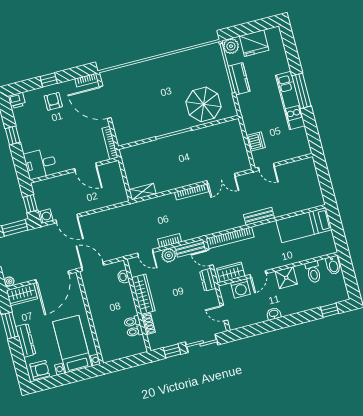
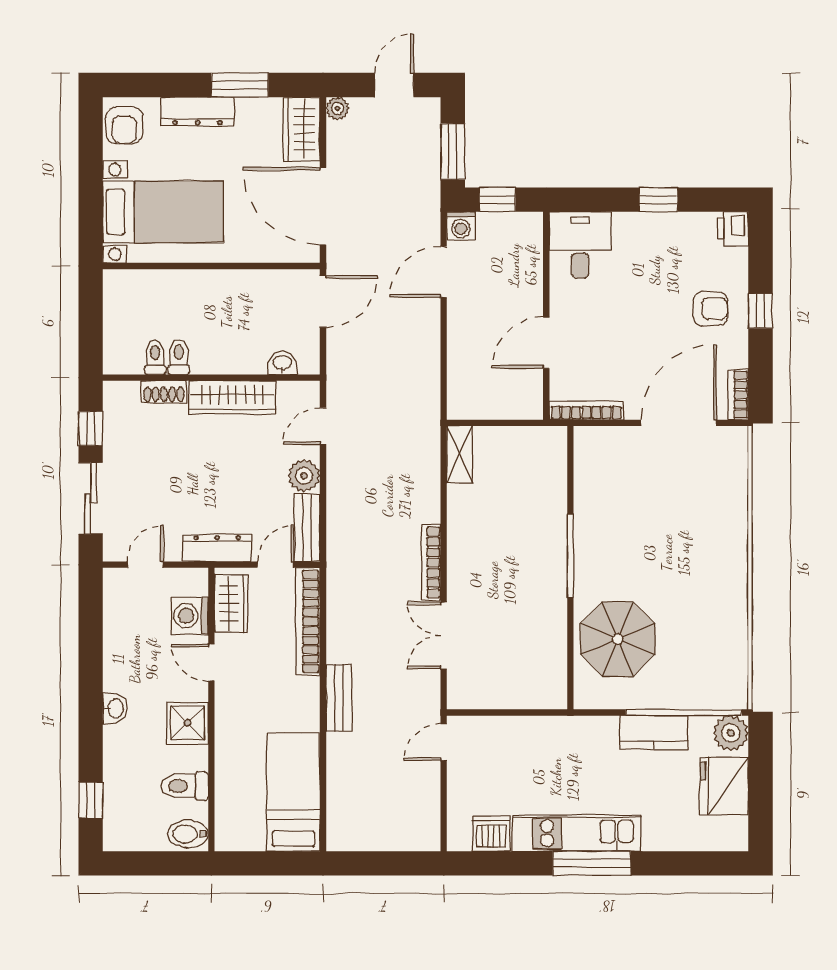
dishwasher: (256, 141) -> (491, 834), moved, turned 180
bookcase: (170, 240) -> (336, 486), removed
dresser: (208, 280) -> (217, 548), width x1.44
washbasin: (274, 314) -> (115, 708), moved

